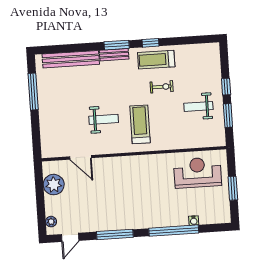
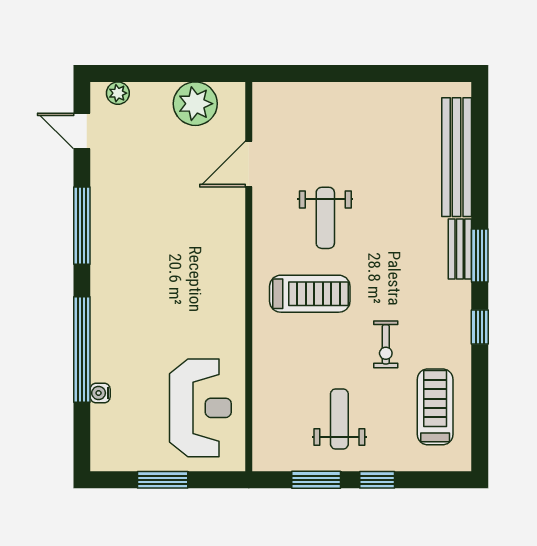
treadmill: (156, 60) -> (435, 407), moved
window: (33, 92) -> (394, 73), removed

